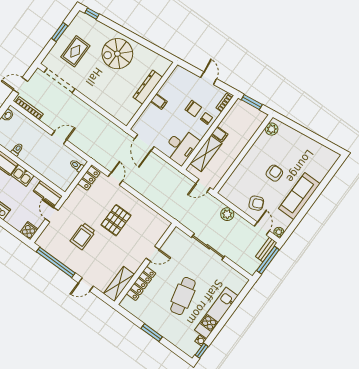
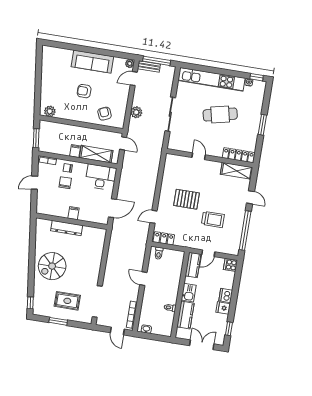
spiral stairs: (117, 54) -> (52, 266), turned 90
armchair: (256, 203) -> (105, 114), moved
locker: (141, 283) -> (238, 155), moved
kitchen unit: (216, 313) -> (211, 79), width x1.36

